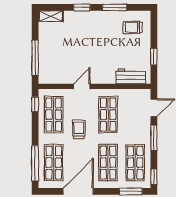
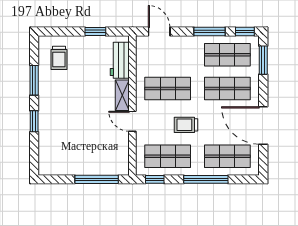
shelving: (51, 16) -> (122, 95), moved
window: (154, 138) -> (210, 31), moved
window: (35, 163) -> (206, 179), moved

